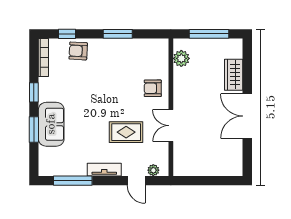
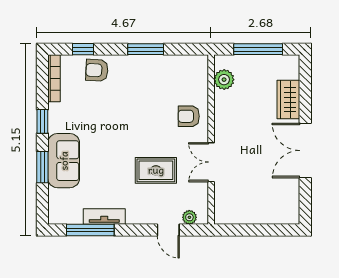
tv unit: (104, 170) -> (104, 216), moved

